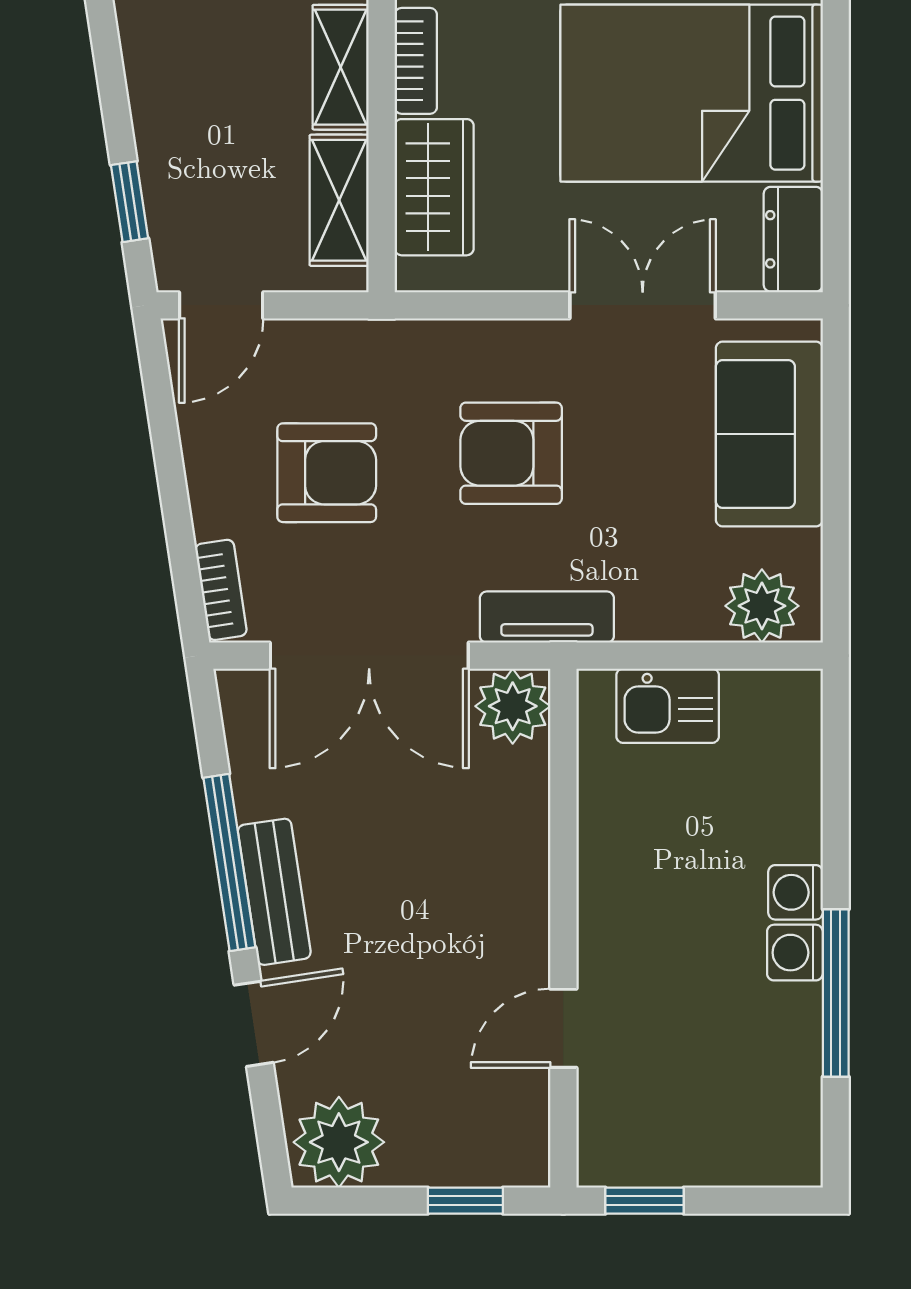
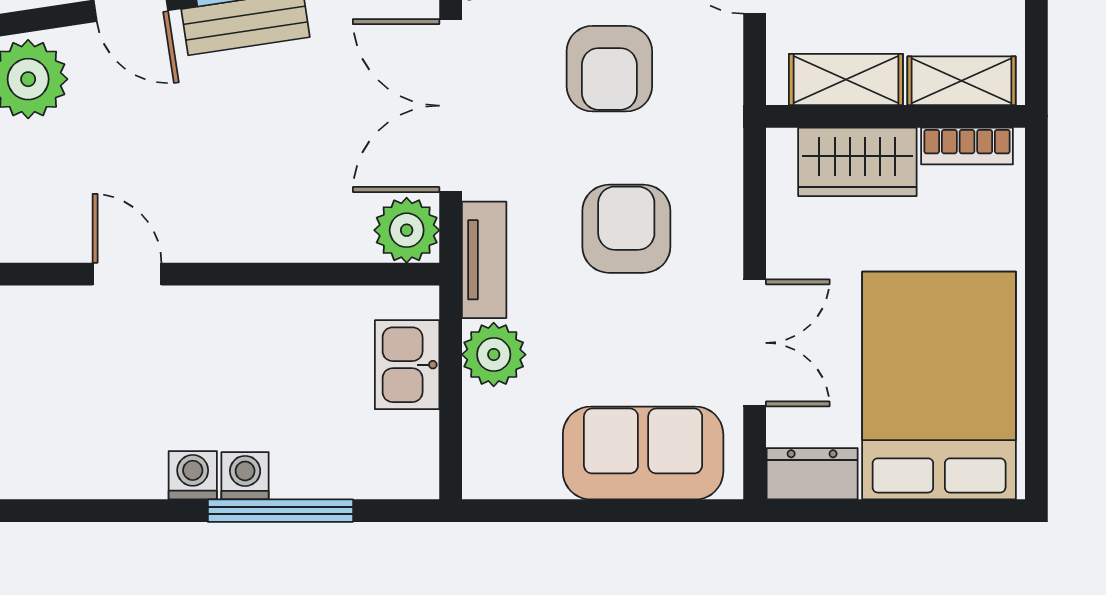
plant: (762, 606) -> (494, 355), moved
window: (836, 993) -> (280, 511), moved

